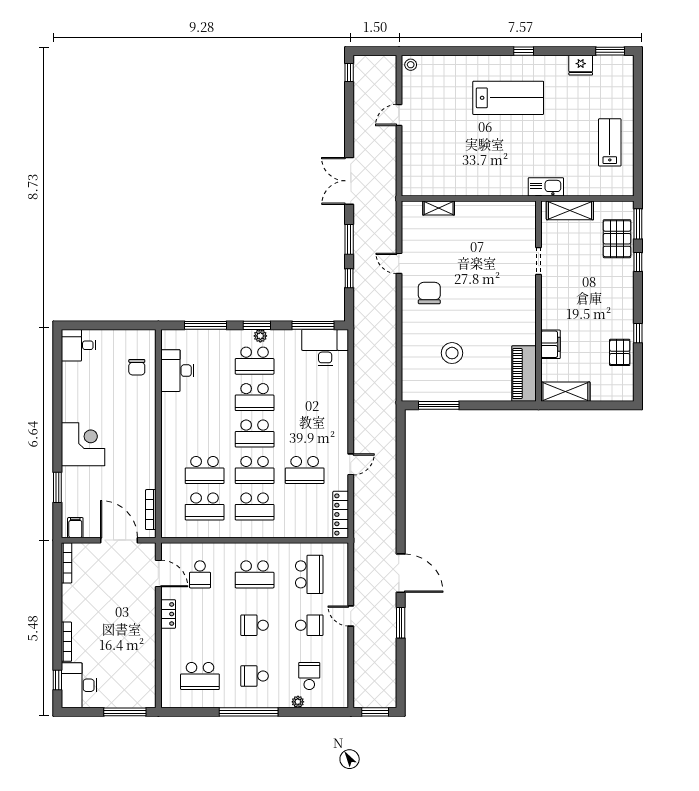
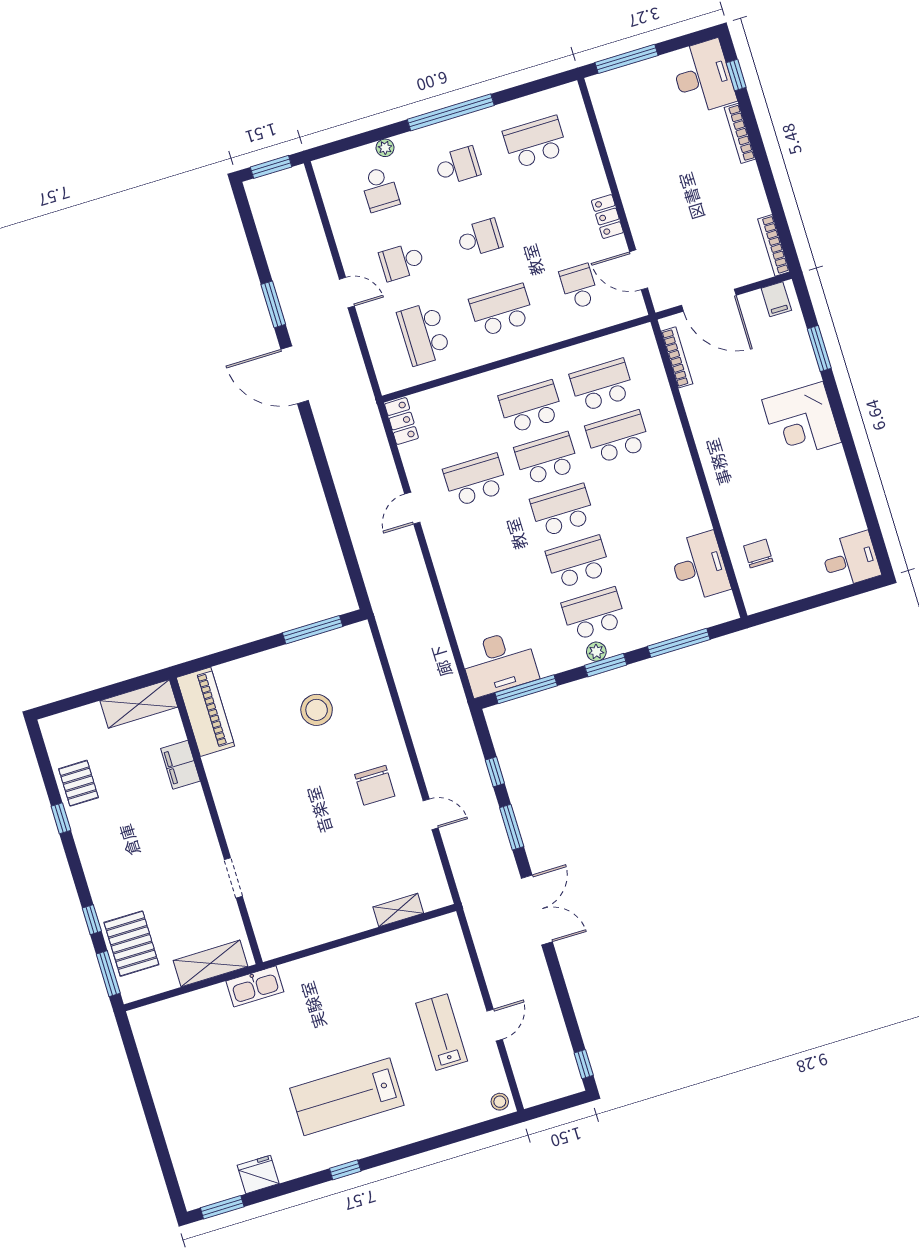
lab bench: (610, 142) -> (442, 1032), moved, turned 180
locker: (341, 514) -> (402, 421), width x0.66

